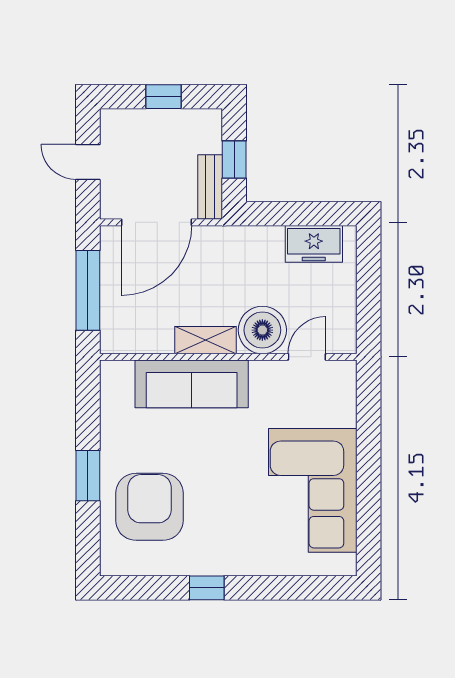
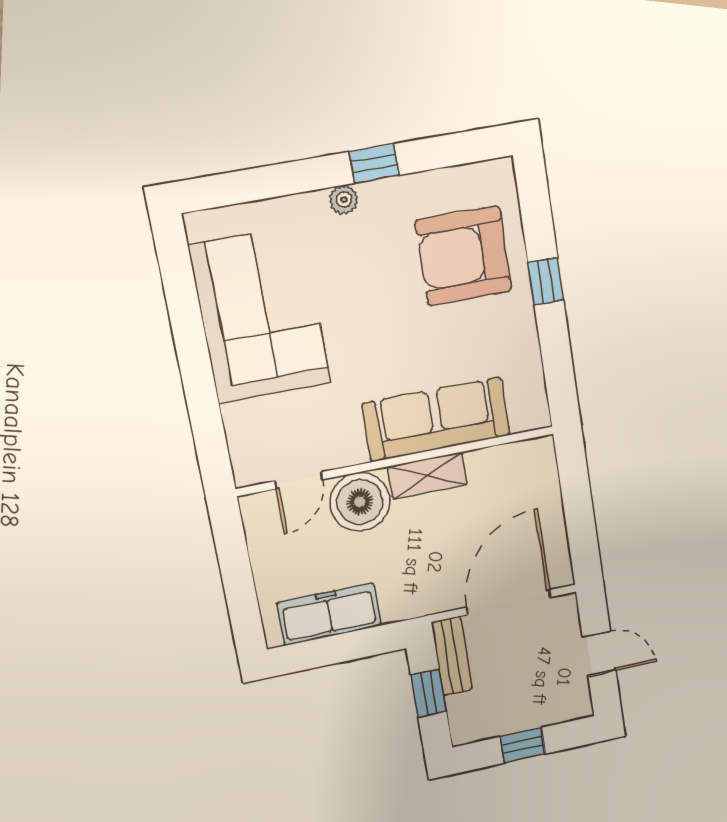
freezer: (314, 244) -> (329, 614), width x1.40
window: (88, 290) -> (578, 506), removed
window: (88, 476) -> (546, 281), width x0.67
armchair: (149, 507) -> (464, 256), turned 90
plant: (234, 565) -> (344, 200), added

